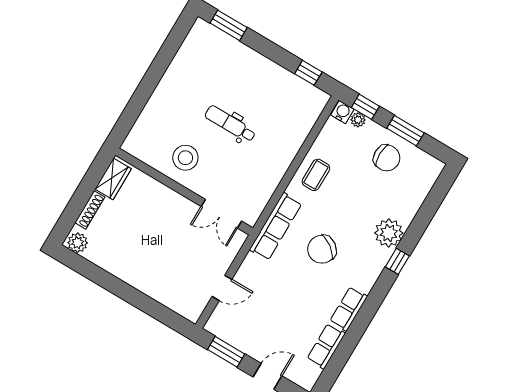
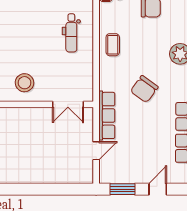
dental chair: (230, 124) -> (71, 33), moved, turned -90
row of seats: (276, 226) -> (107, 115), moved

